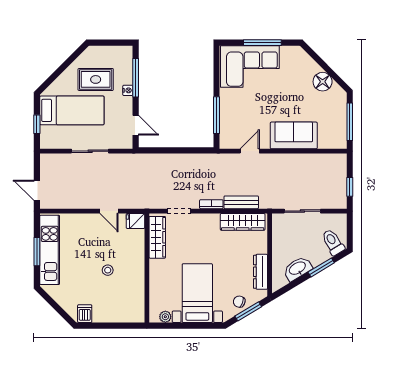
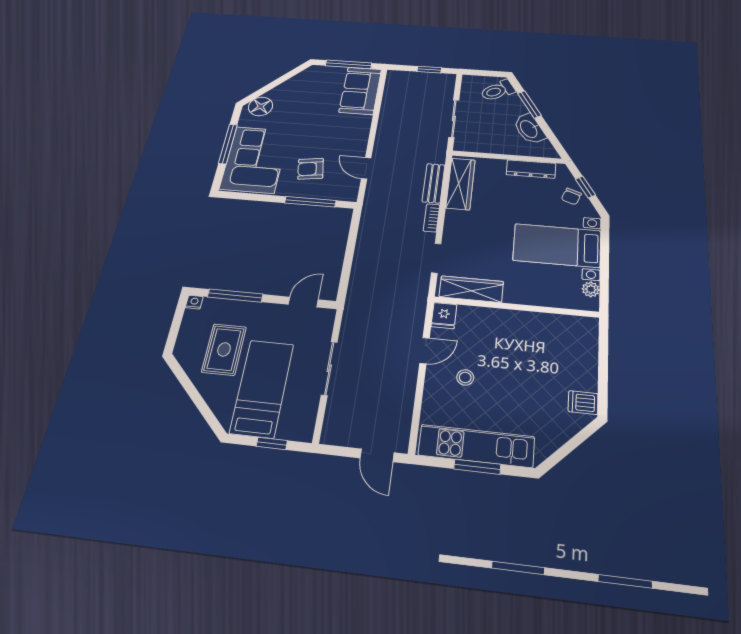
floor lamp: (323, 82) -> (261, 106), moved
nightstand: (128, 90) -> (194, 302), moved
armchair: (245, 110) -> (311, 169), added
sofa: (294, 135) -> (360, 91), moved
door: (37, 190) -> (377, 455), hinge flipped
stool: (108, 270) -> (465, 377), moved
window: (248, 311) -> (585, 187), width x0.67

